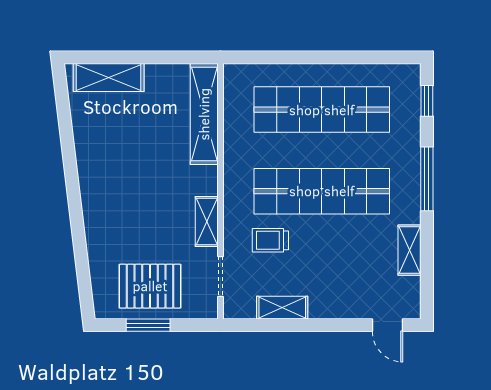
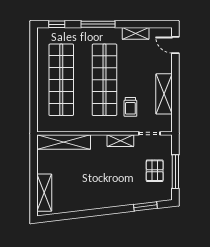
window: (83, 268) -> (145, 206), added
pallet: (150, 286) -> (155, 171), width x0.67, depth x0.71
shelving: (282, 308) -> (164, 94), width x1.50, depth x1.33
window: (148, 325) -> (175, 172), width x1.44
door: (387, 325) -> (175, 45), swing flipped

